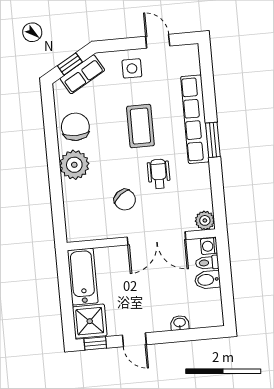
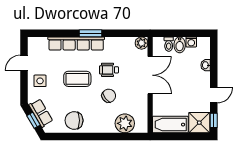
plant: (74, 165) -> (125, 123), moved
chair: (125, 200) -> (109, 96), moved
washing machine: (209, 246) -> (191, 42), moved

